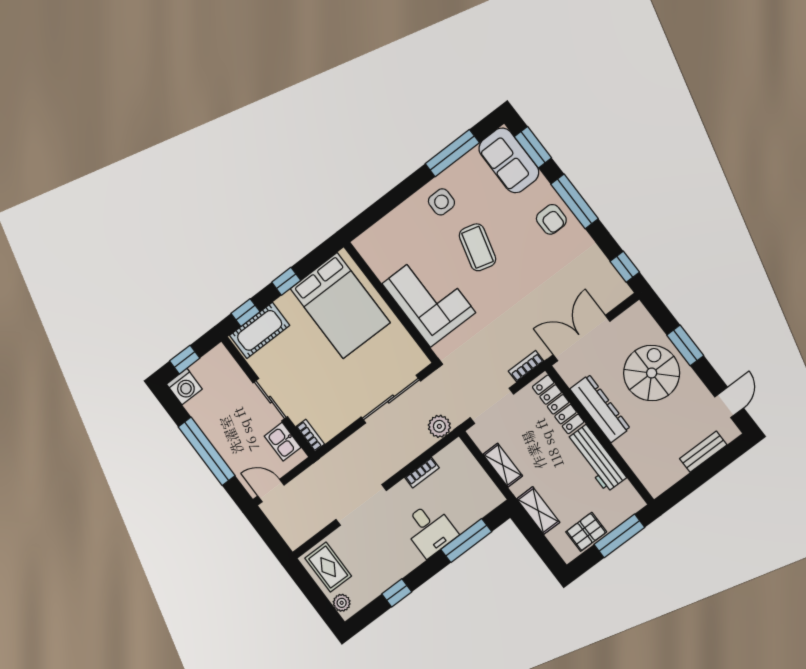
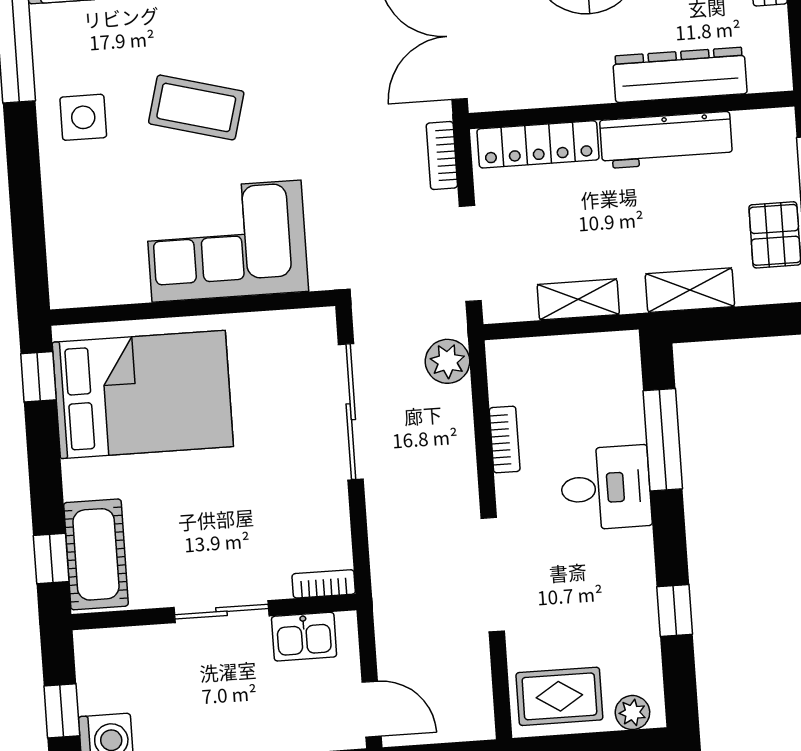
window: (286, 281) -> (38, 377), moved
dresser: (600, 409) -> (680, 75), moved
door: (271, 490) -> (372, 709), swing flipped

